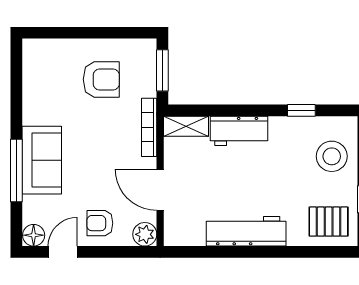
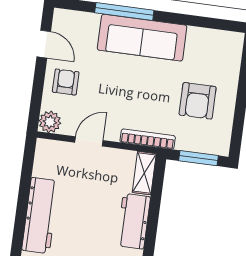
sofa: (42, 160) -> (142, 38), width x1.36
door: (160, 190) -> (89, 141), width x0.73
floor lamp: (34, 235) -> (63, 19), removed

